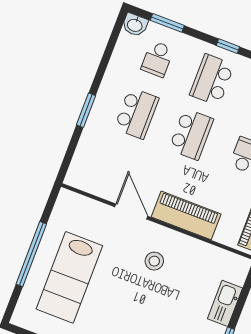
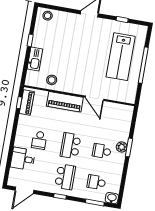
school desk: (157, 59) -> (96, 182), turned -90
school desk: (137, 113) -> (102, 151), width x0.54
plant: (99, 114) -> (122, 147), added
stool: (154, 261) -> (52, 80), moved
lab bench: (69, 277) -> (121, 57), turned 180

